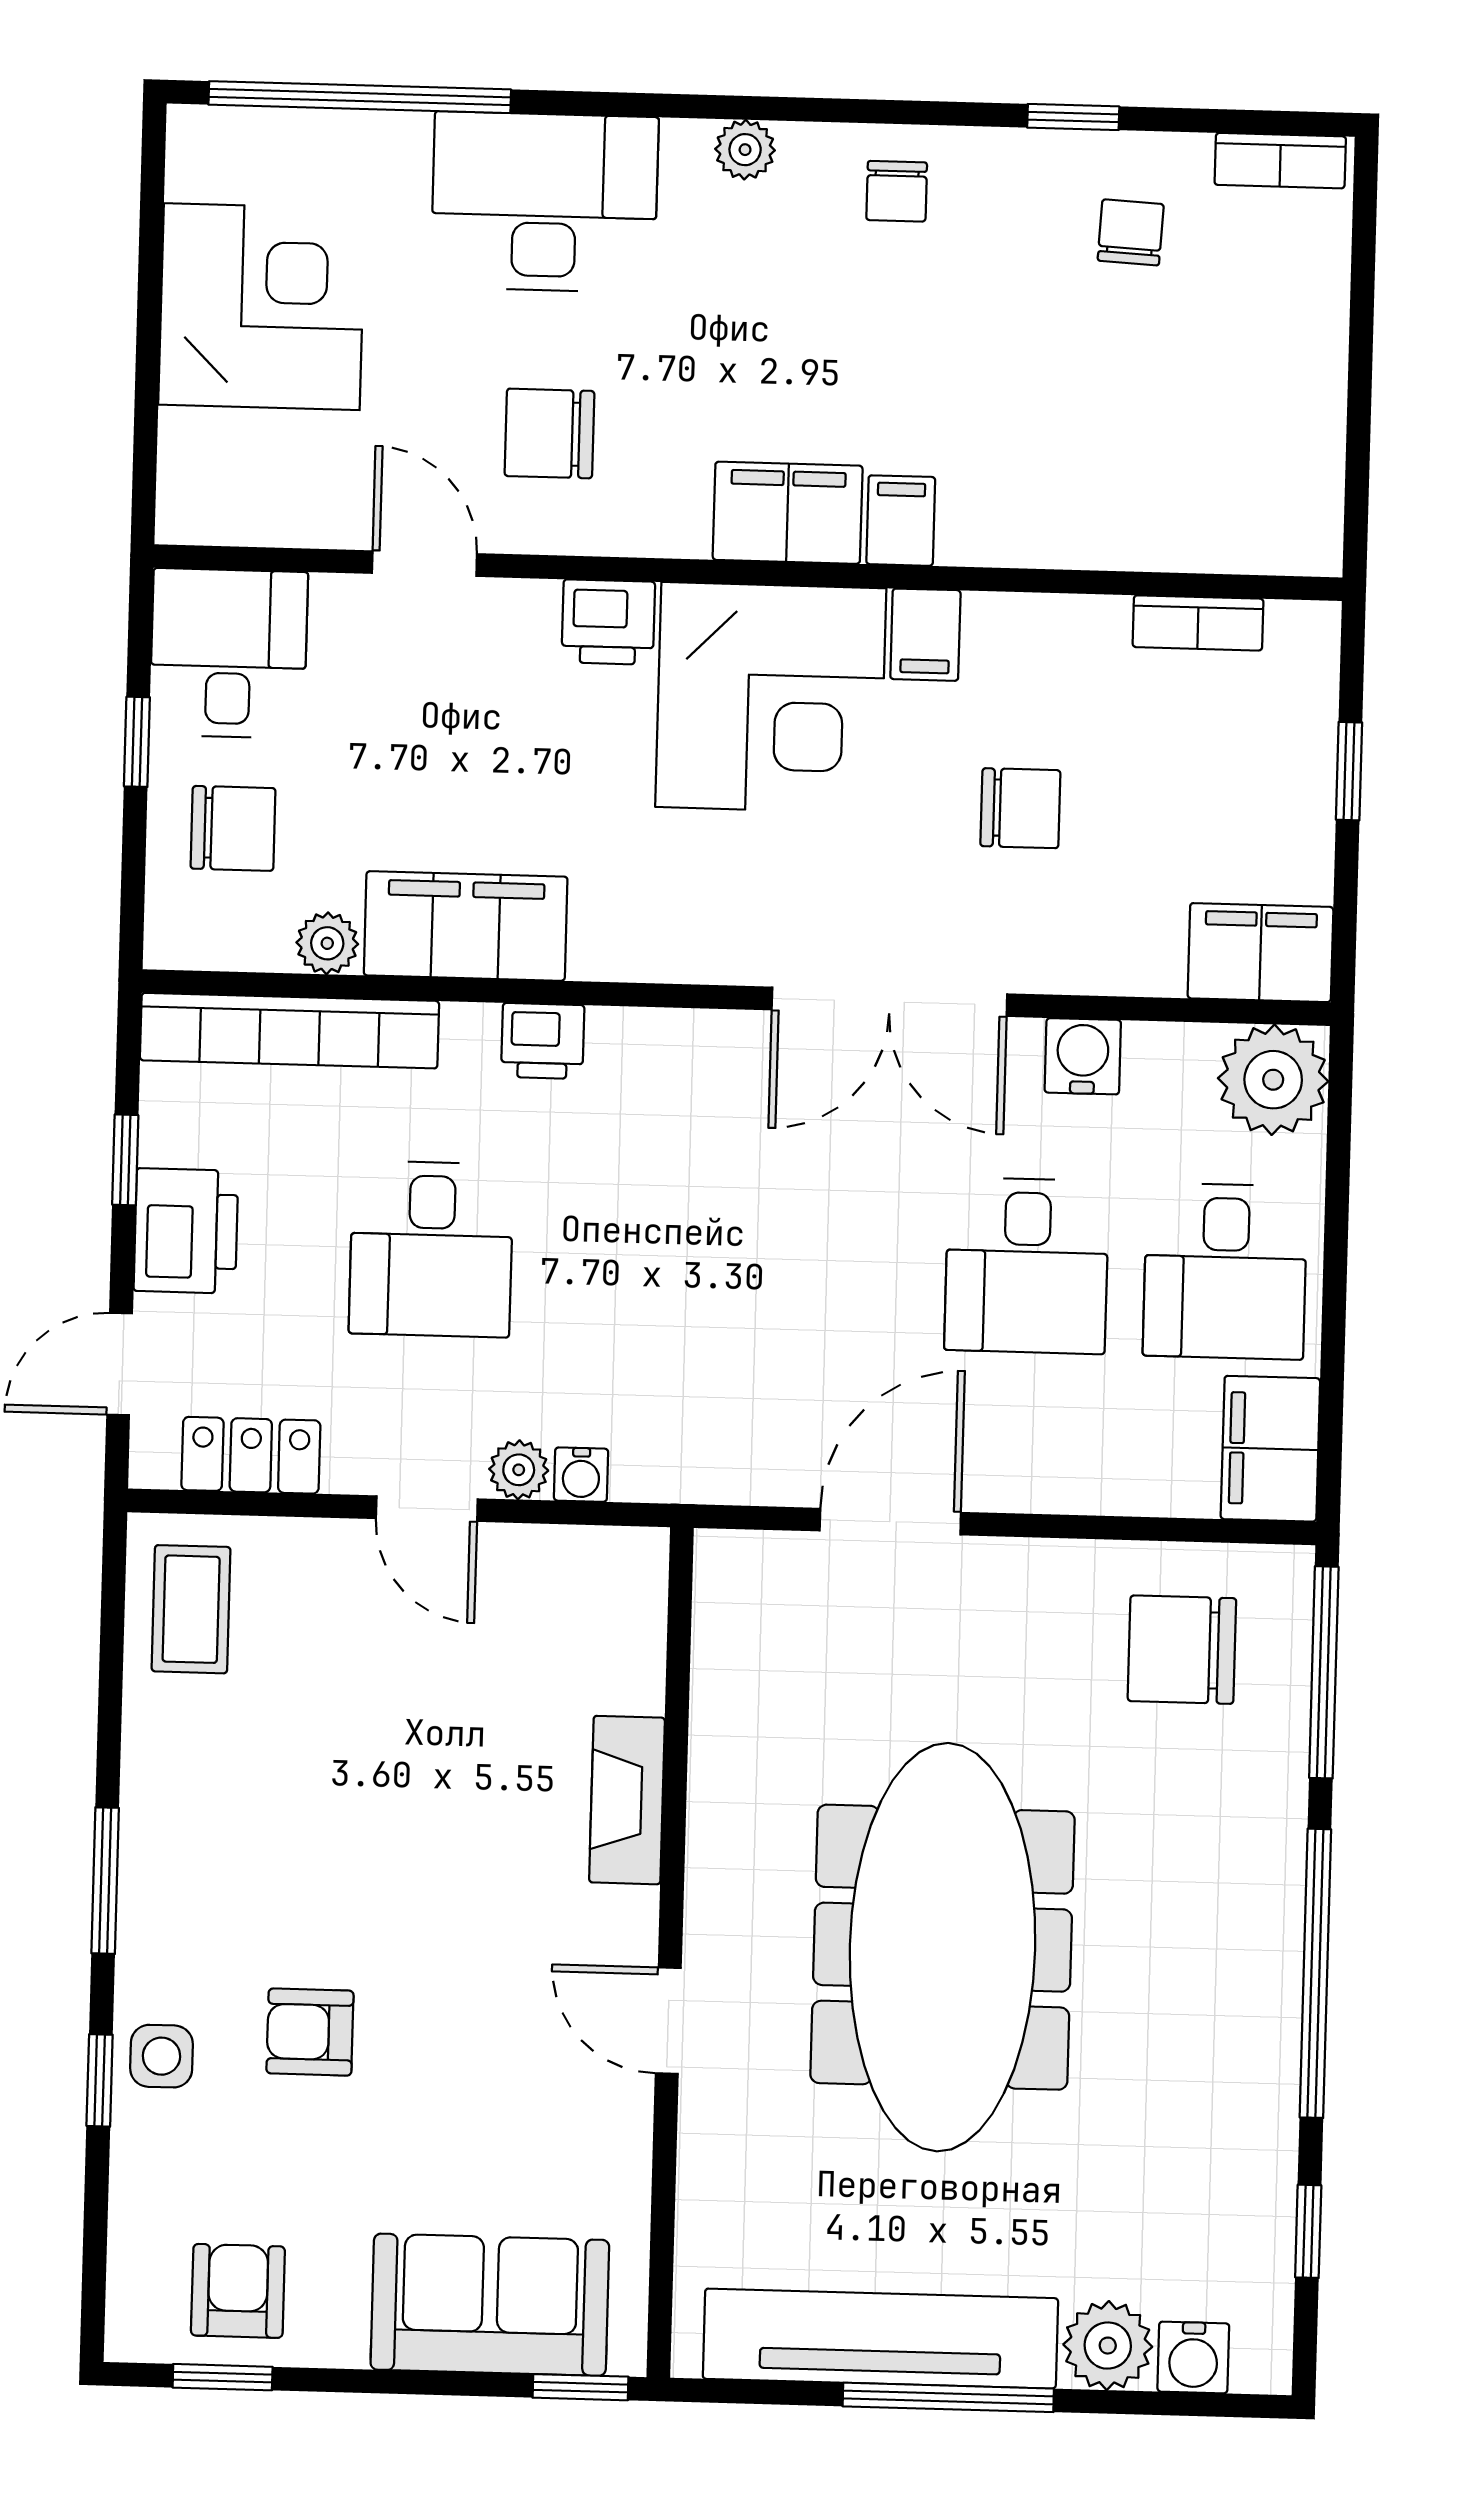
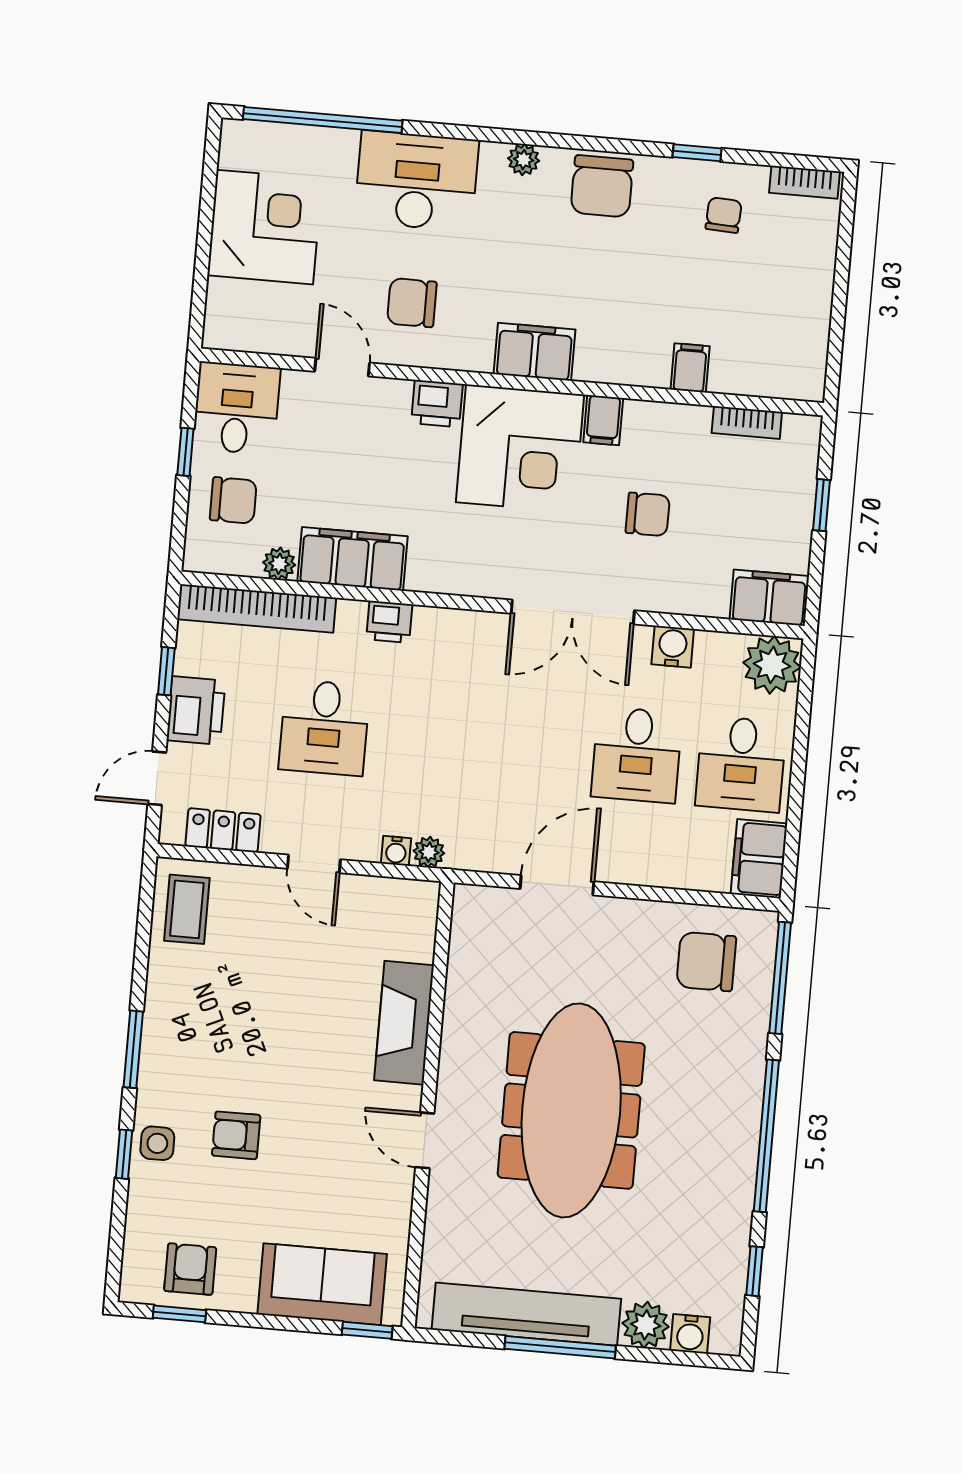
chair: (897, 191) -> (602, 186), width x1.87, depth x1.87
filing cabinet: (901, 521) -> (690, 368), moved
plant: (519, 1470) -> (429, 852), moved
fireplace: (627, 1800) -> (404, 1023), width x1.37, depth x1.32

